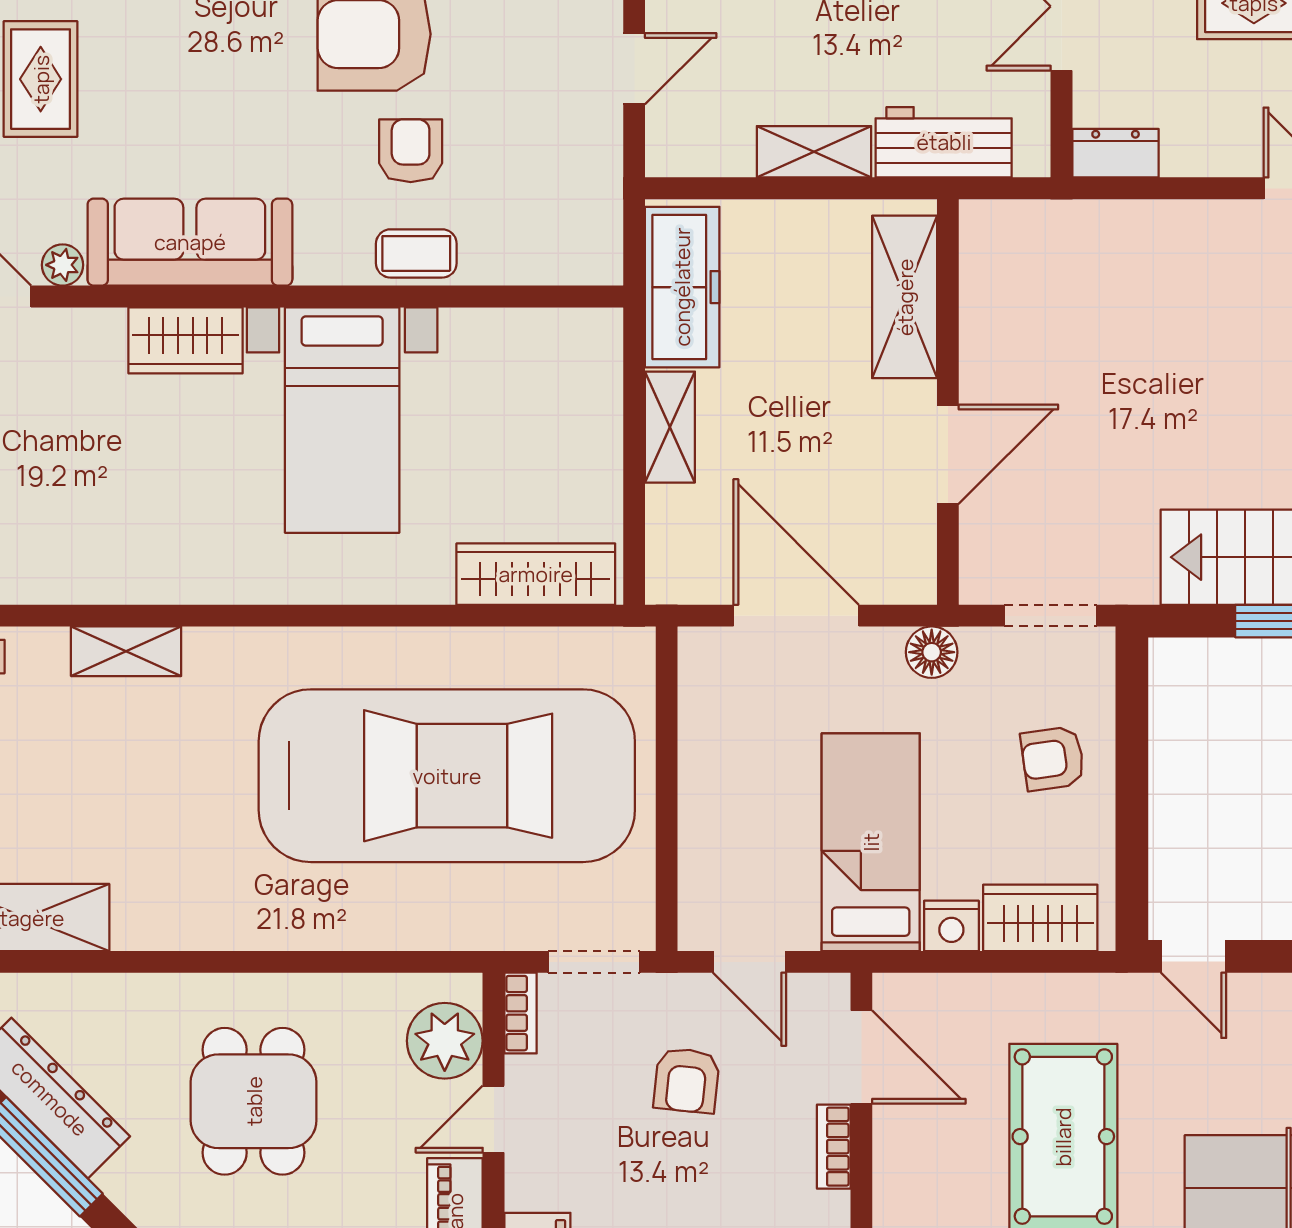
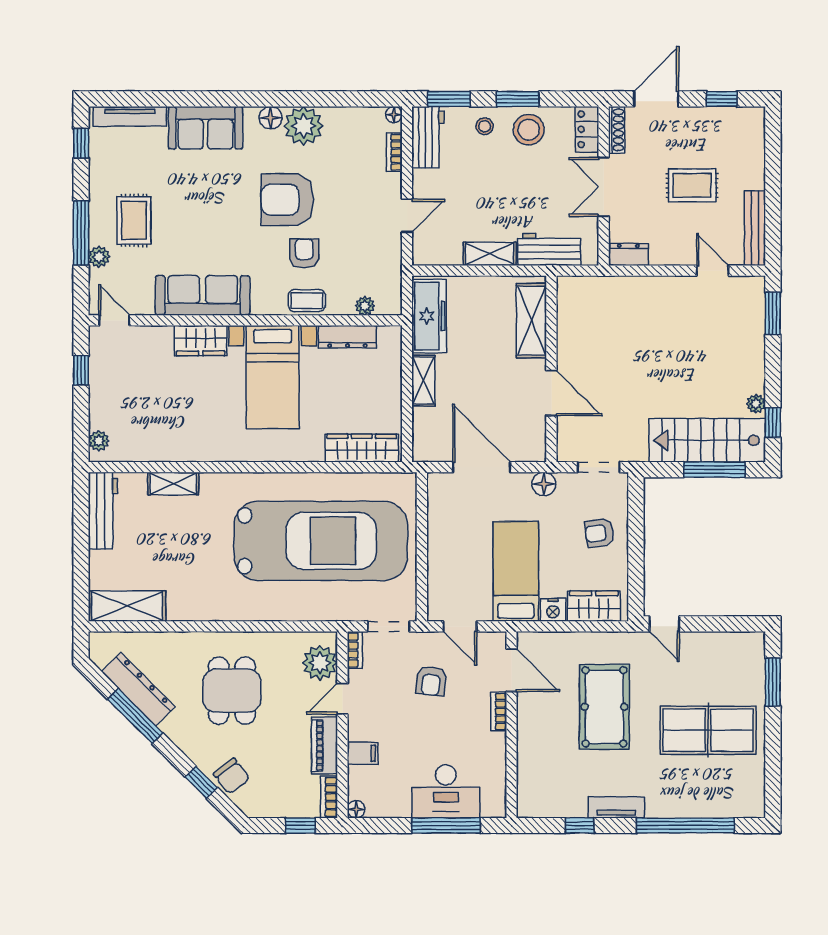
plant: (63, 265) -> (365, 306), moved
dresser: (505, 332) -> (347, 337), added
door: (948, 454) -> (551, 393), hinge flipped

